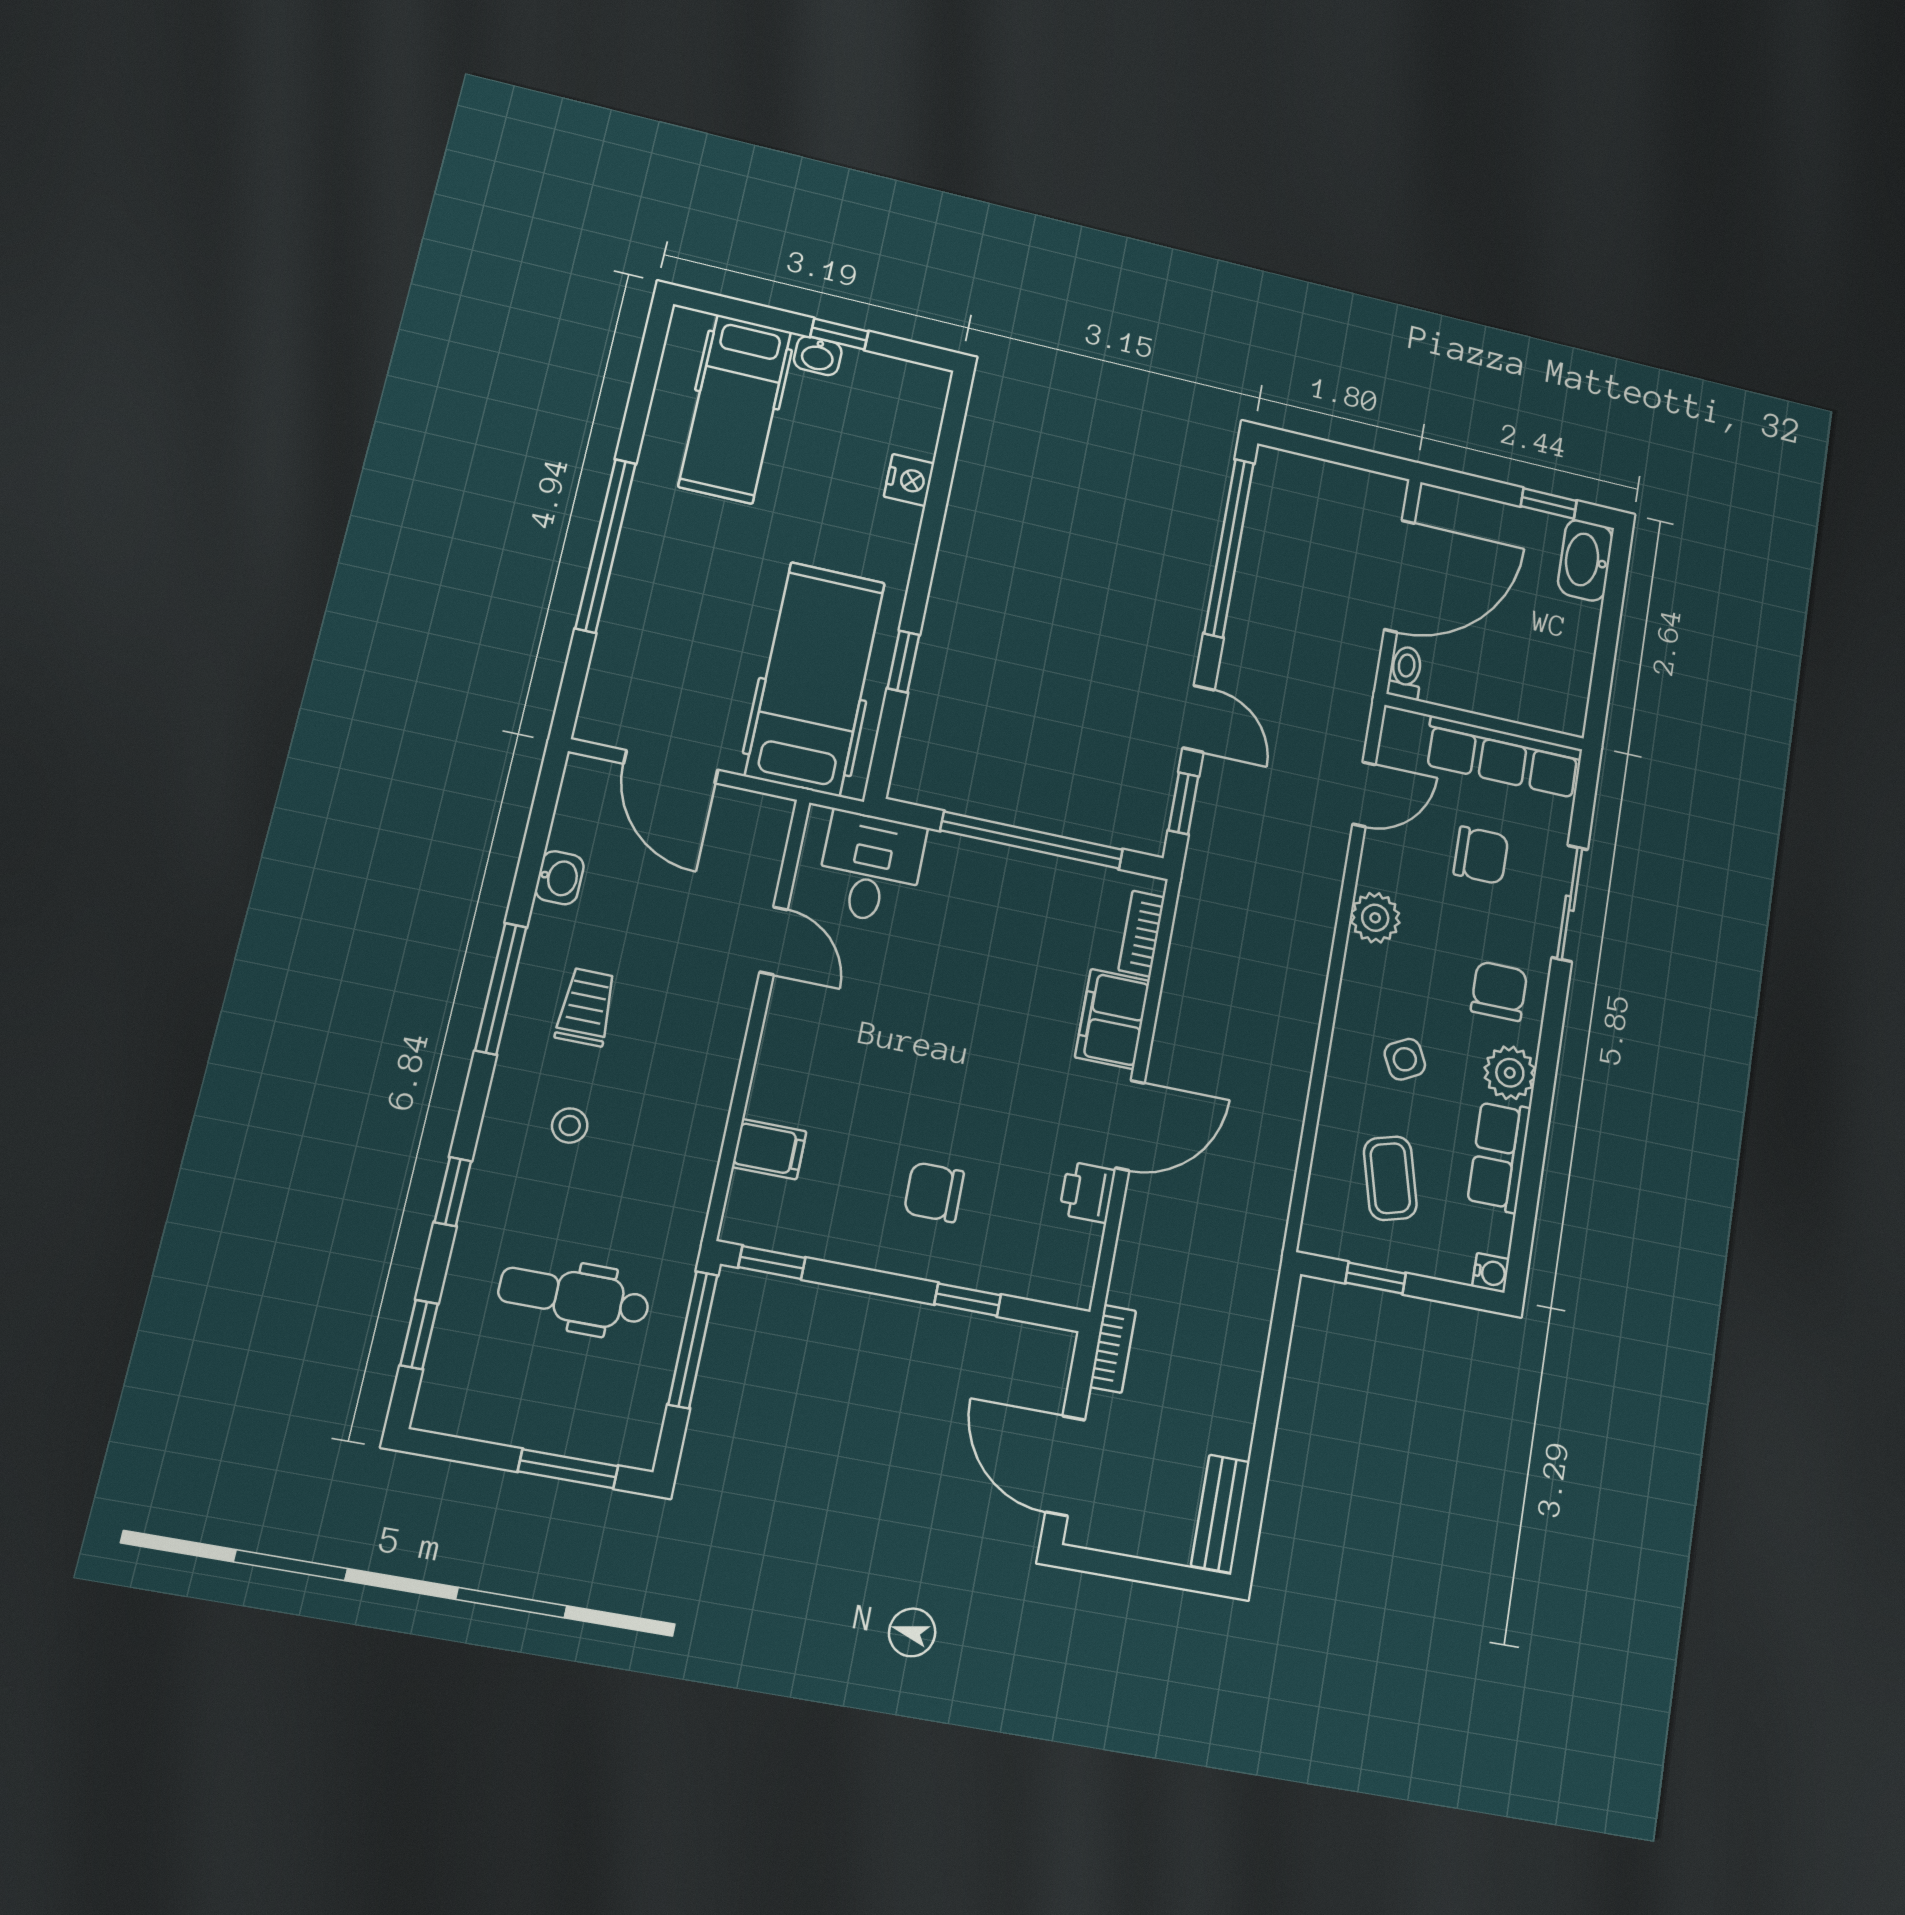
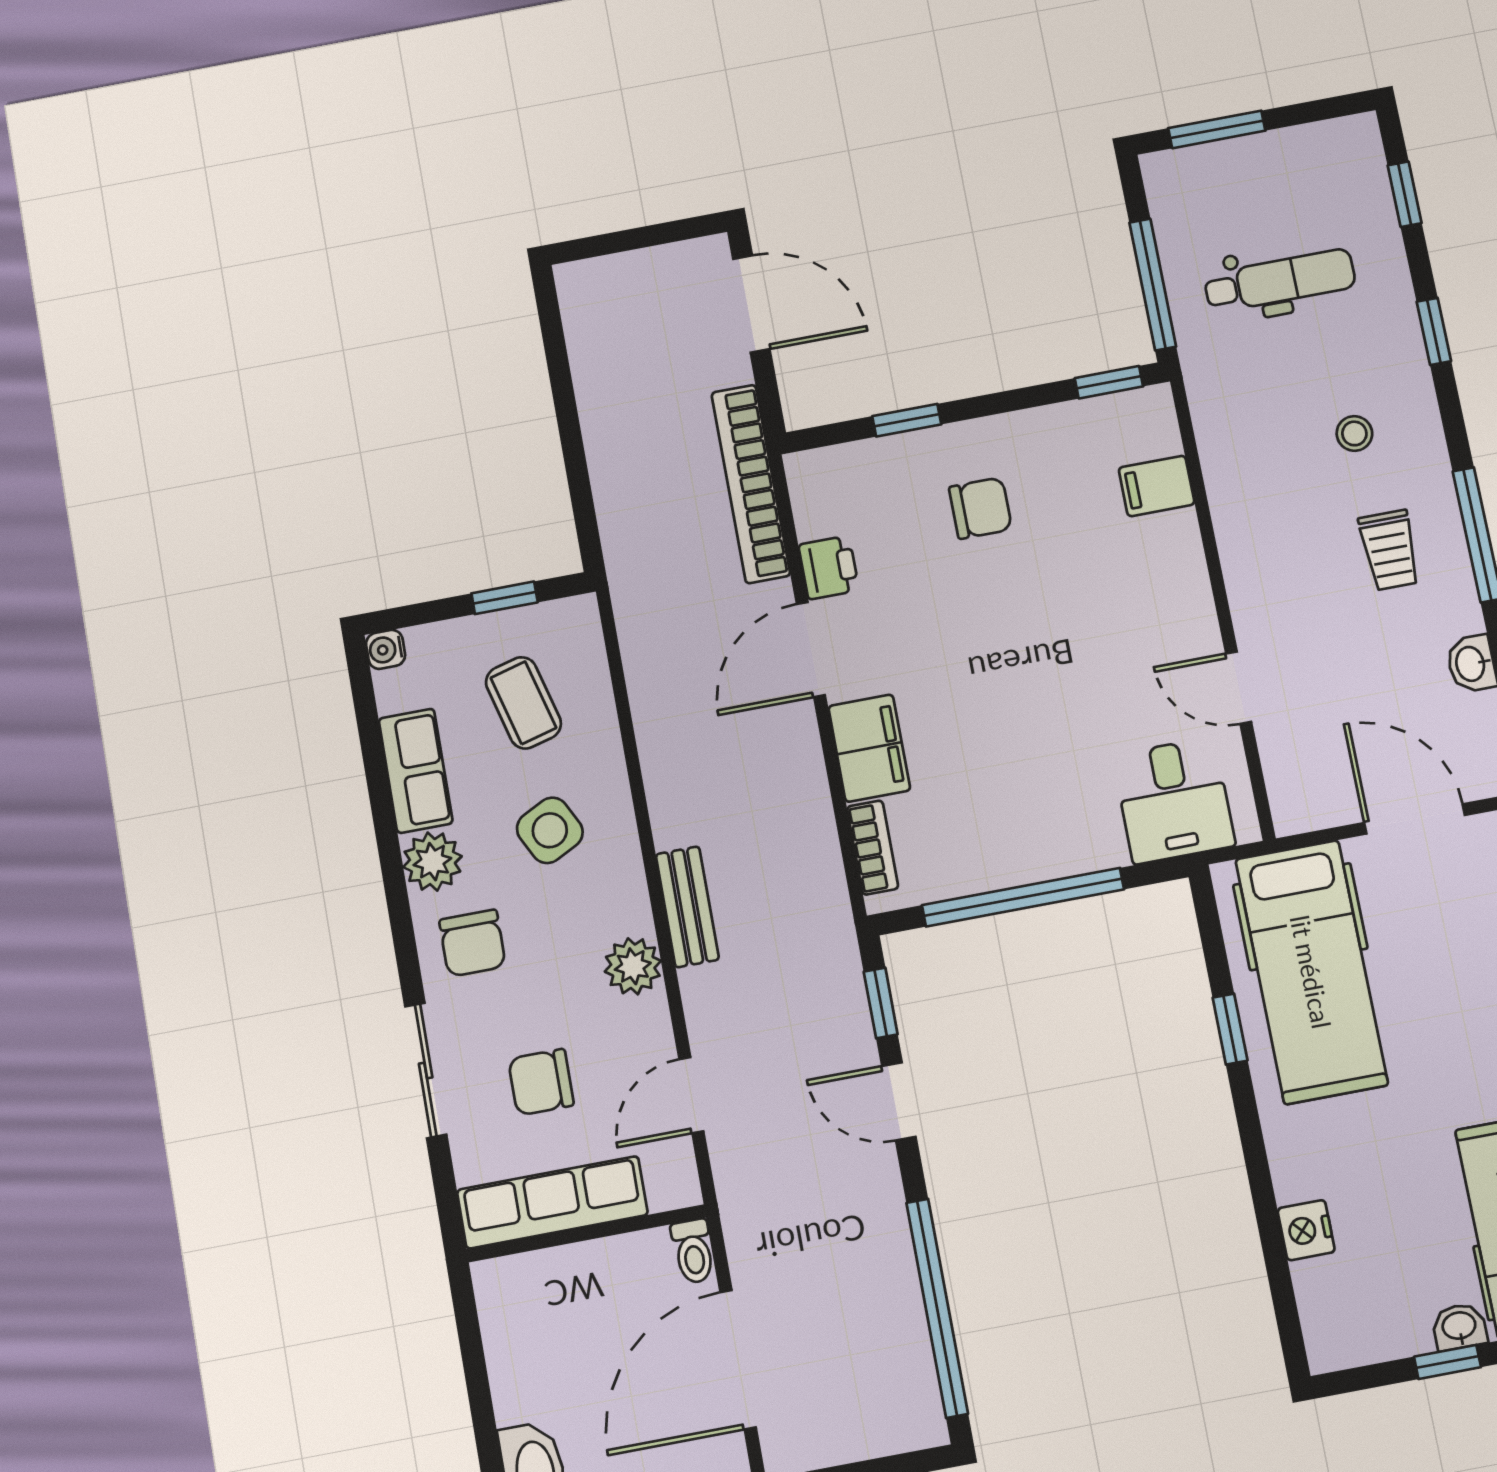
side table: (1405, 1059) -> (550, 830), width x1.37, depth x1.37
bookcase: (1113, 1349) -> (751, 484), width x2.31, depth x1.31
bench: (1220, 1514) -> (687, 907), moved

